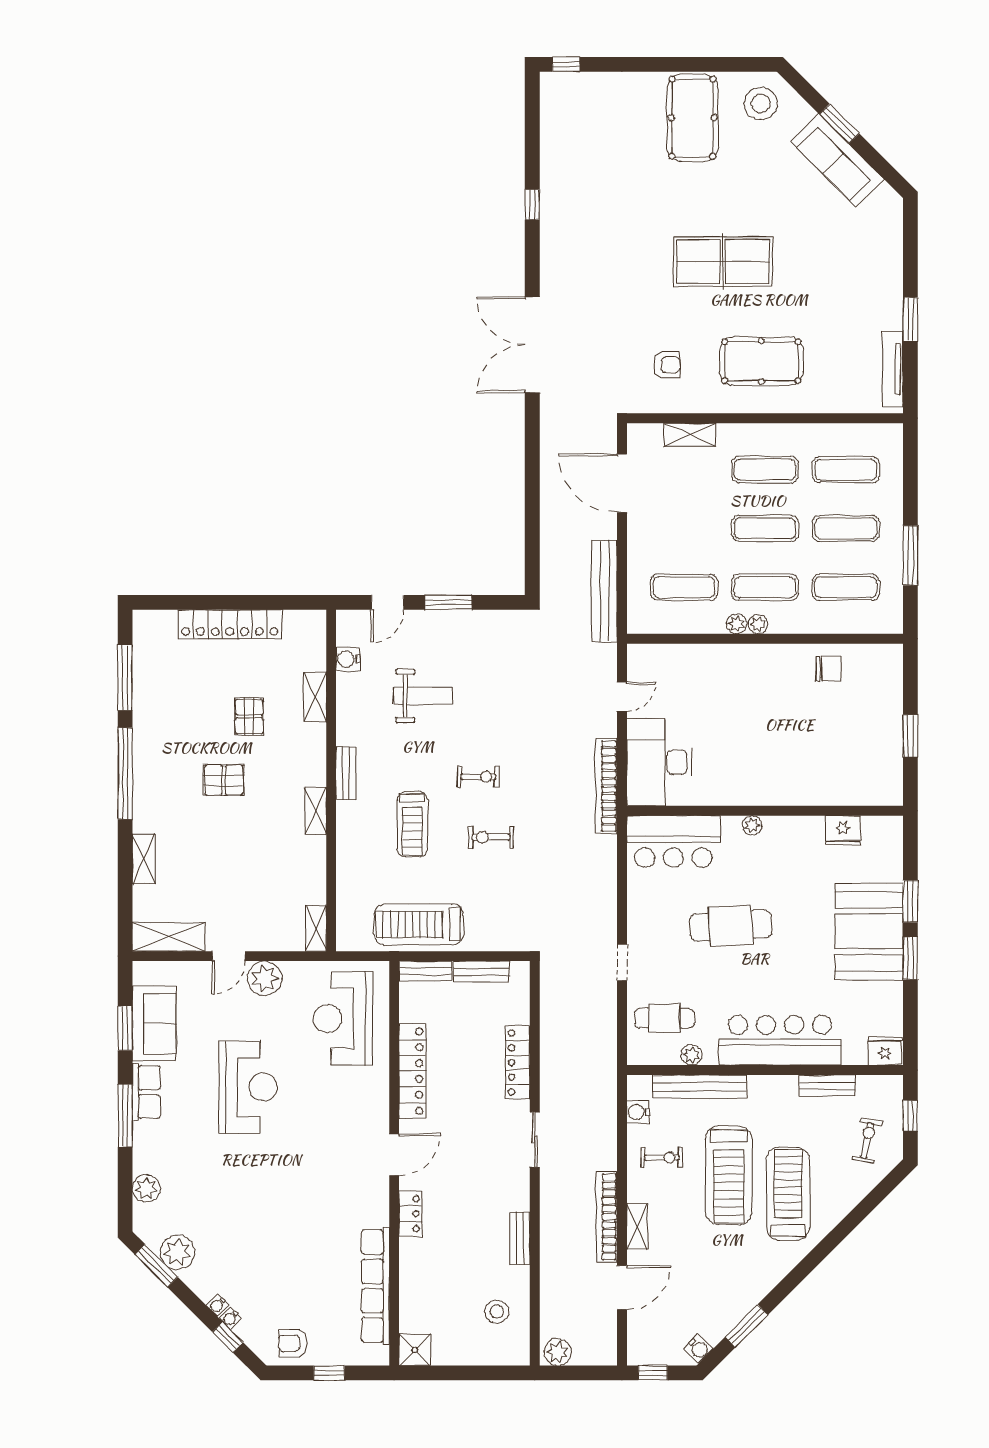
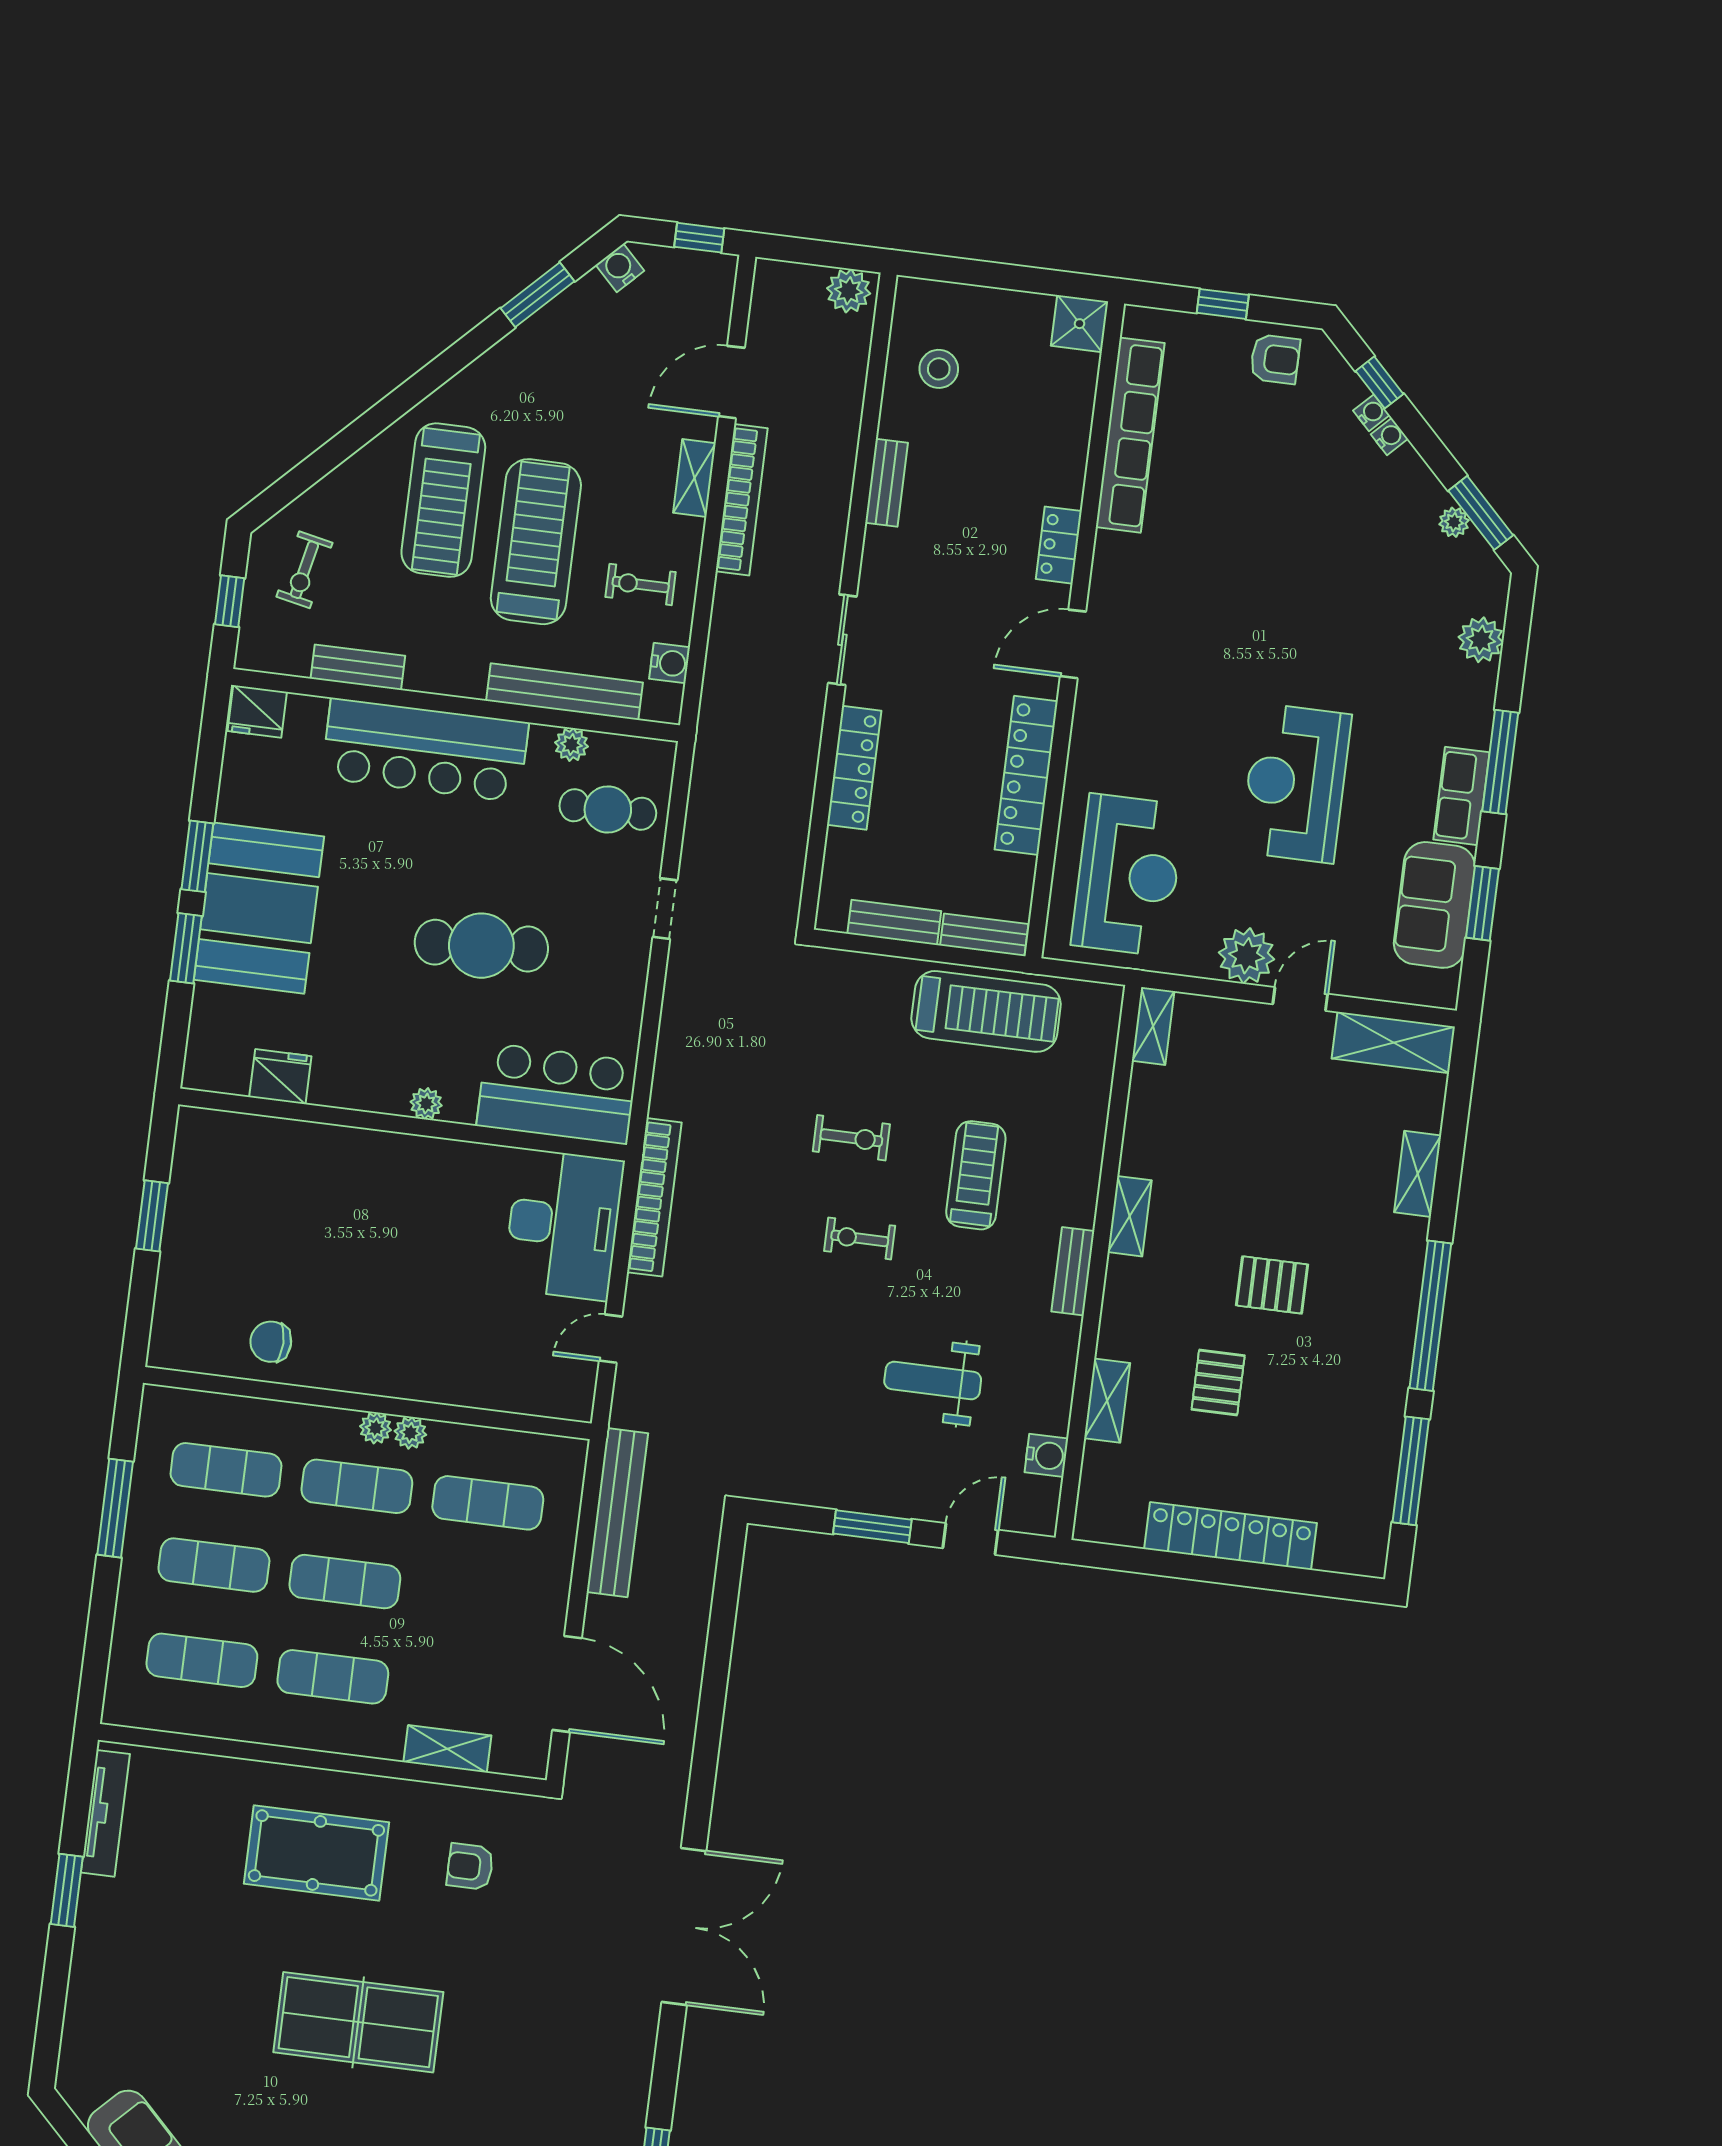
plant: (177, 1252) -> (1454, 522), width x0.53, depth x0.53

